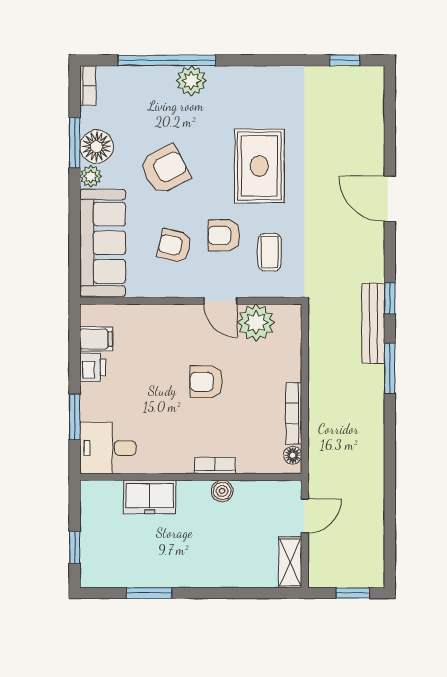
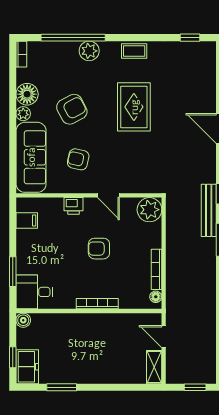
window: (75, 143) -> (13, 92), removed
armchair: (224, 235) -> (111, 153), removed
coffee table: (270, 252) -> (134, 51), moved, turned 90
plant: (256, 322) -> (149, 210), moved
printer: (93, 367) -> (74, 206), moved, turned 90
bookcase: (215, 466) -> (97, 304), width x1.56
boiler: (222, 491) -> (23, 320), moved
freezer: (150, 497) -> (27, 367), moved, turned -90
door: (305, 516) -> (164, 337), swing flipped

